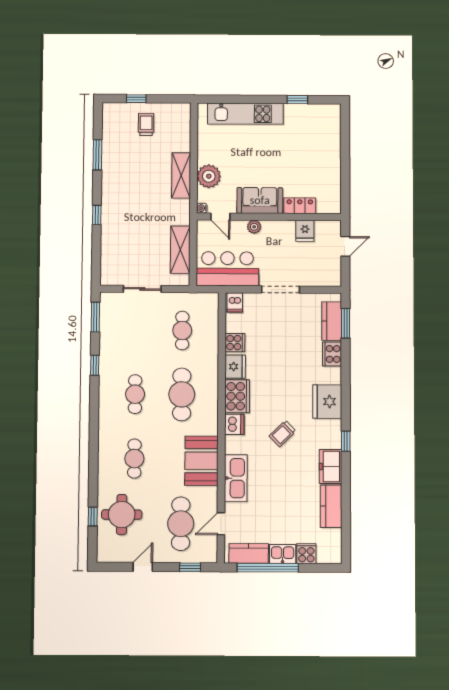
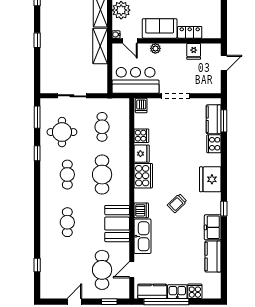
shelving: (180, 250) -> (100, 46), moved
dishwasher: (234, 424) -> (141, 210), moved
round table: (122, 515) -> (62, 132), moved

